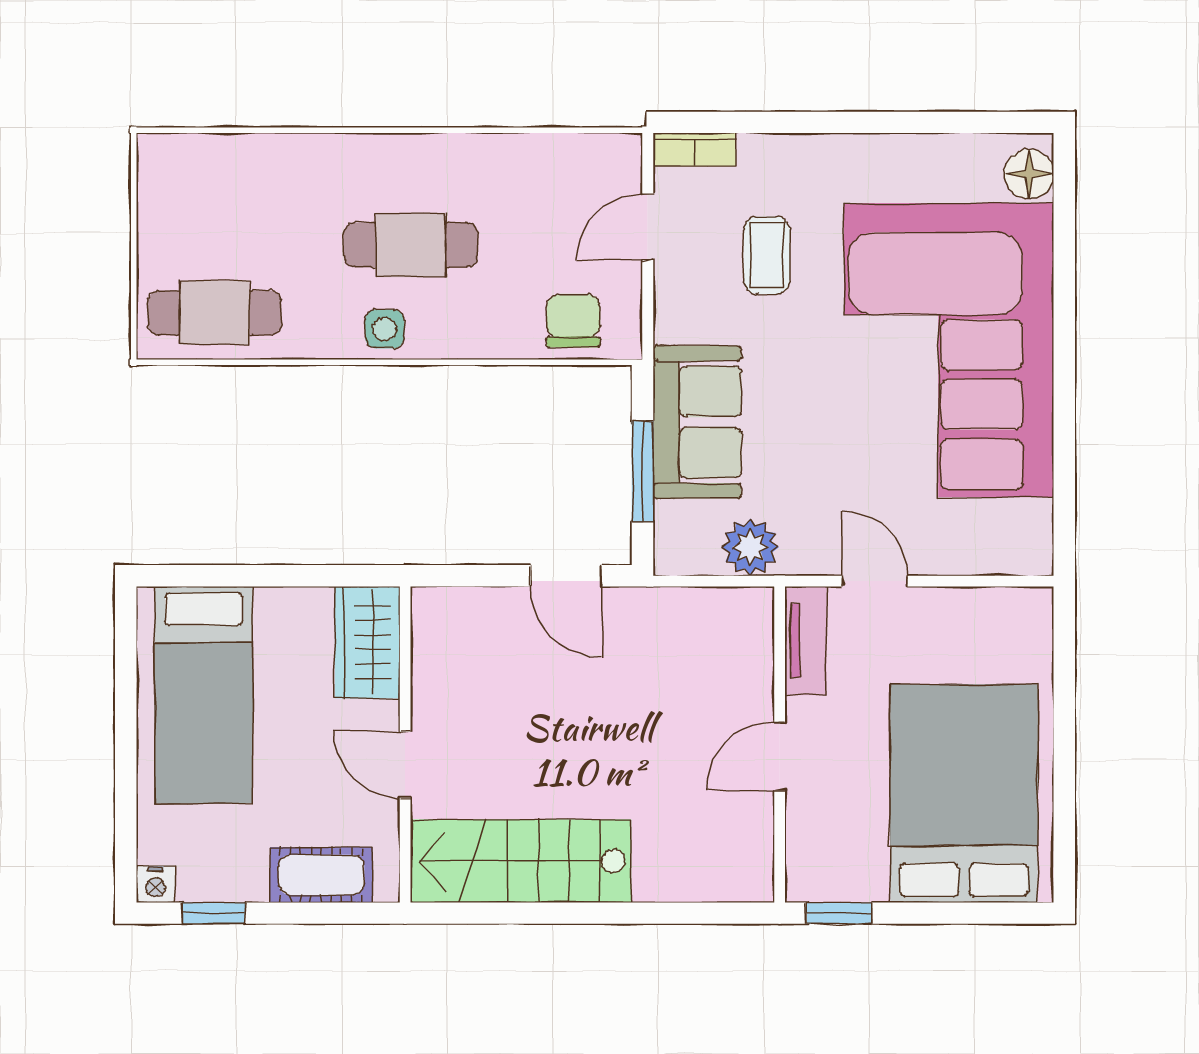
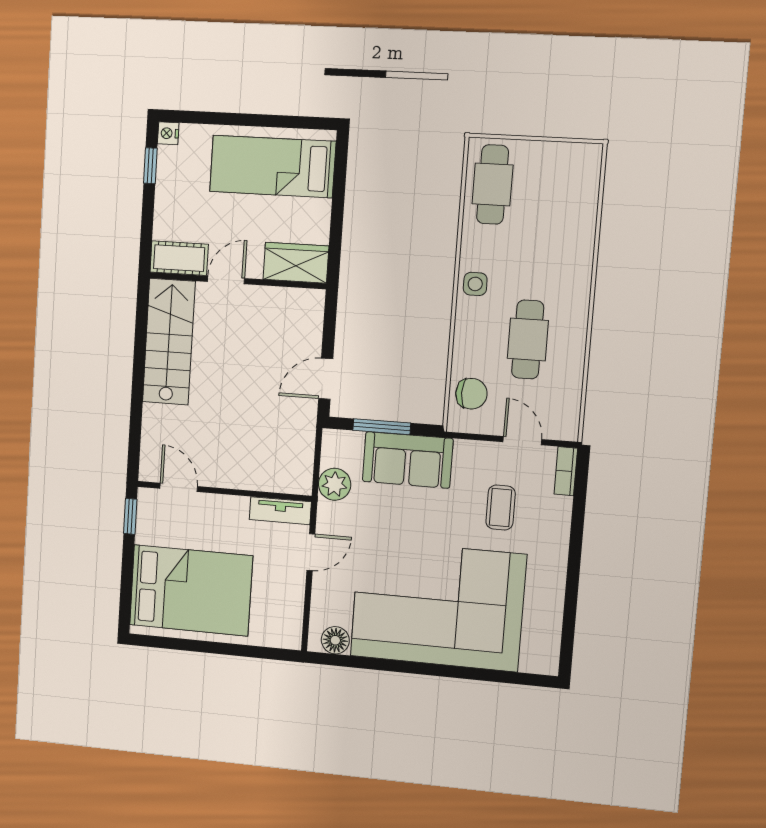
floor lamp: (1029, 174) -> (335, 640), moved
cafe table: (411, 245) -> (528, 340), moved
coffee table: (767, 255) -> (501, 508), turned 90
door: (780, 756) -> (179, 487), moved
cot: (321, 875) -> (179, 258), moved, turned 90

